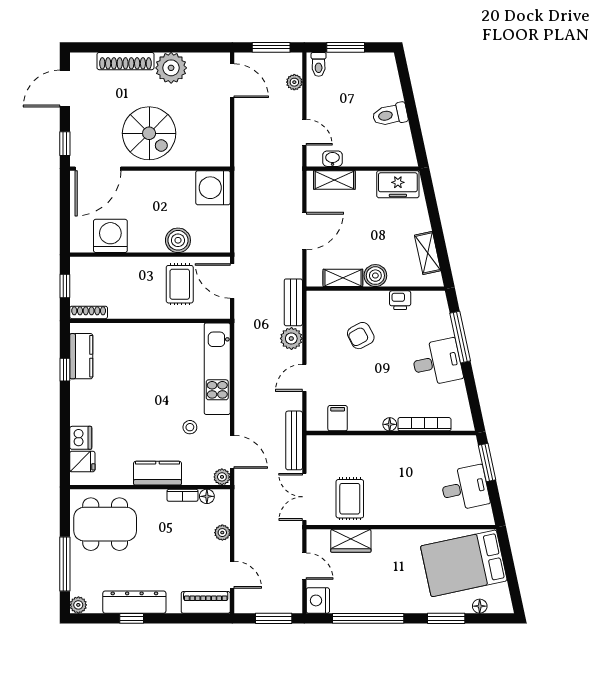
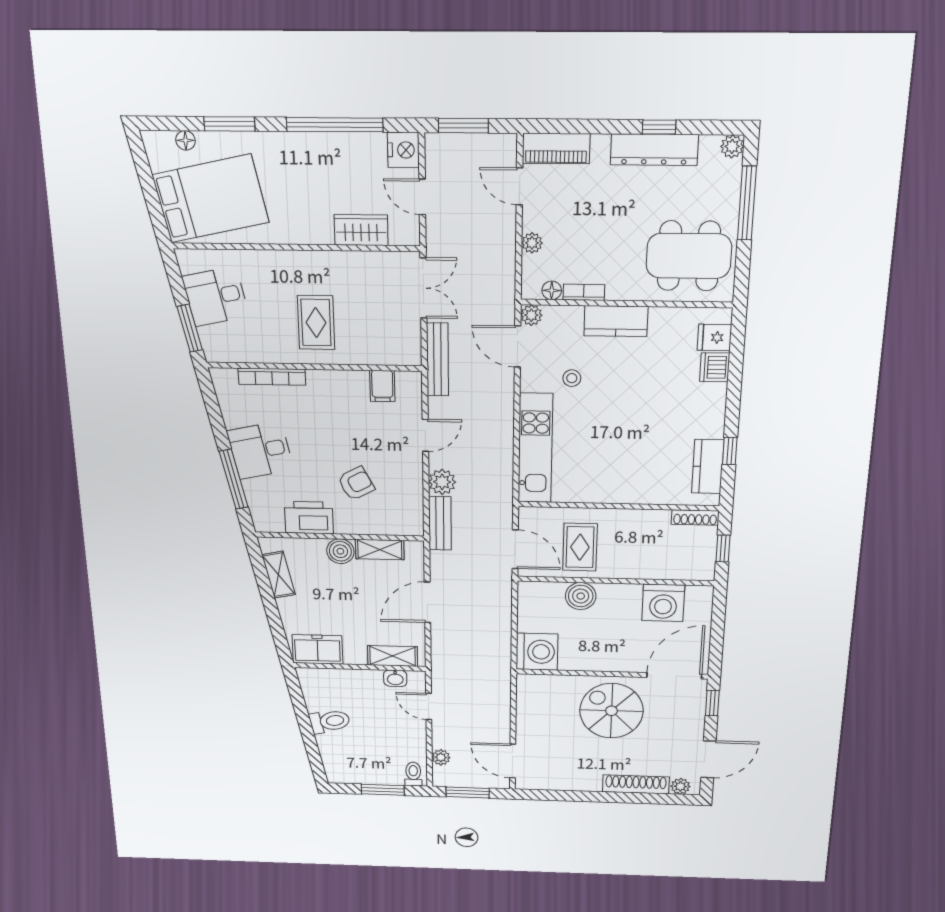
plant: (171, 68) -> (680, 786), moved, width x0.53, depth x0.53
printer: (400, 300) -> (309, 518), width x1.87, depth x1.48
floor lamp: (390, 424) -> (316, 377), removed
rug: (350, 499) -> (316, 323), moved

